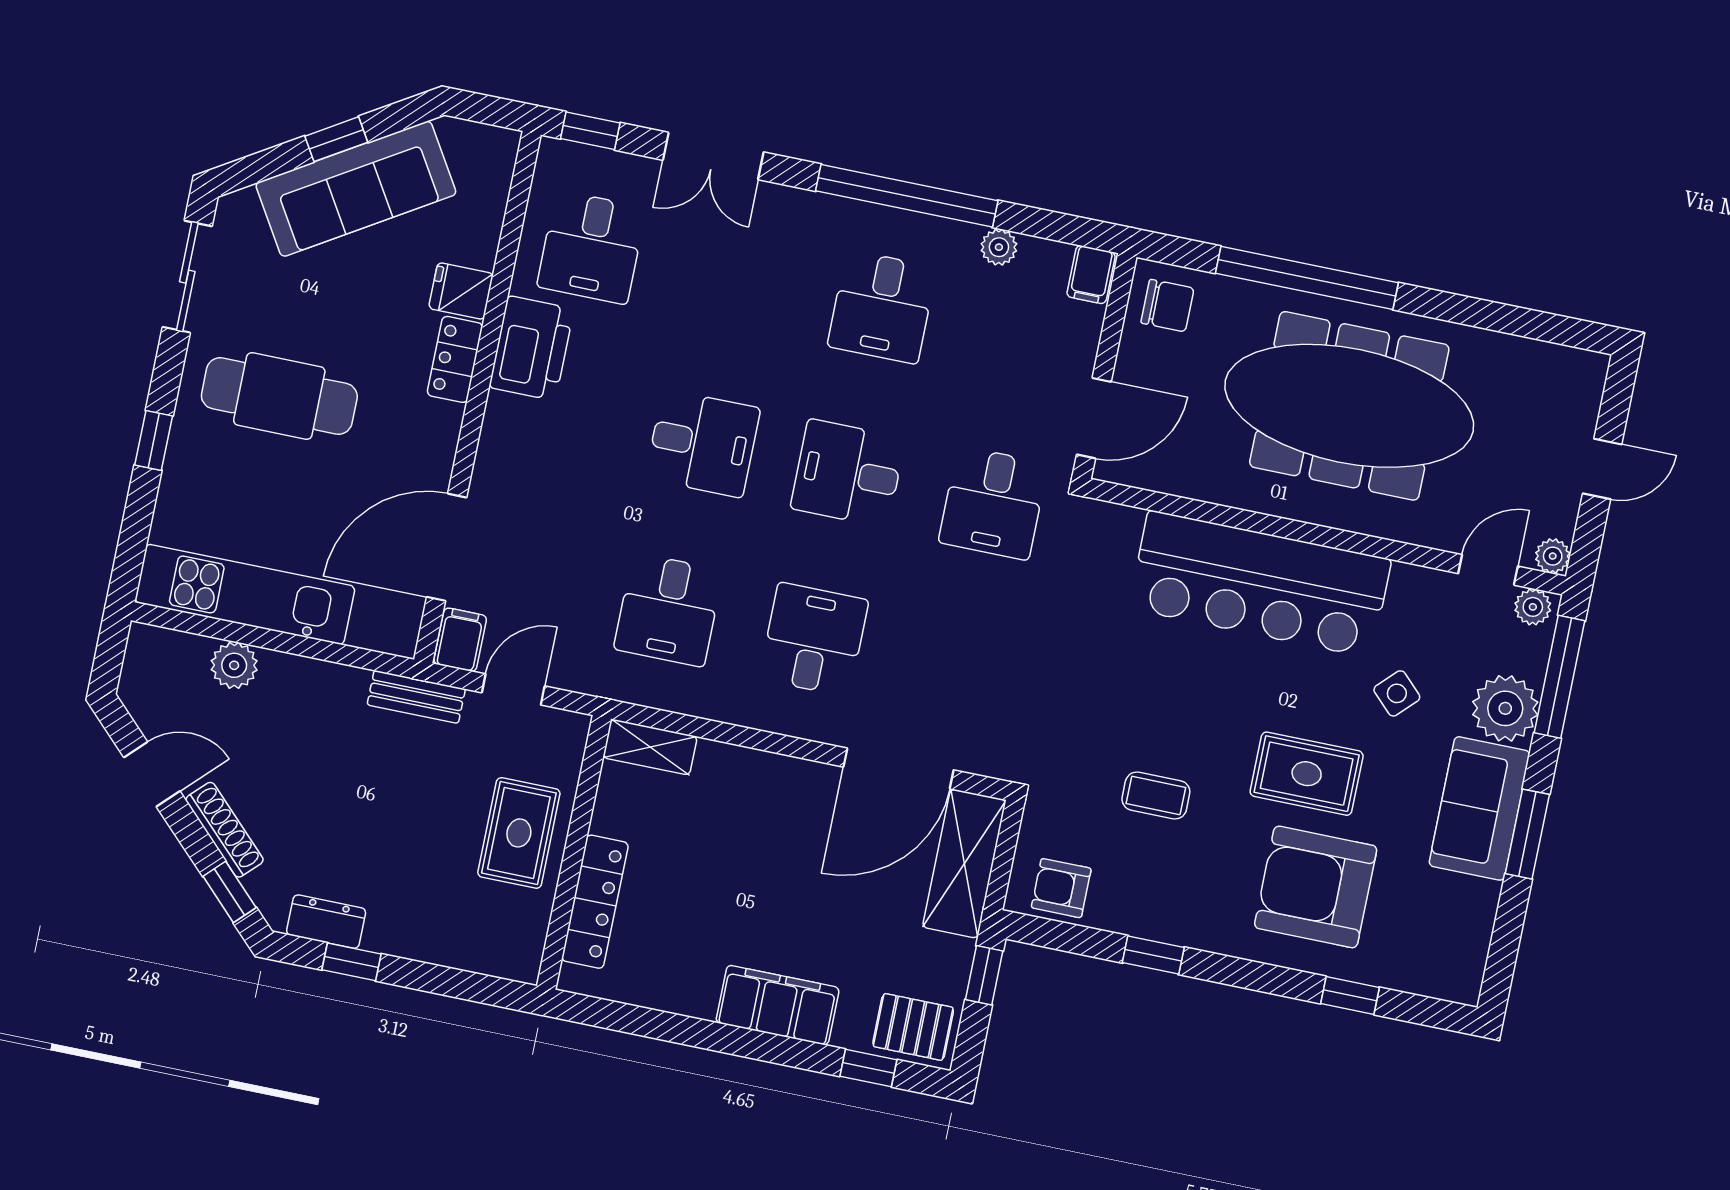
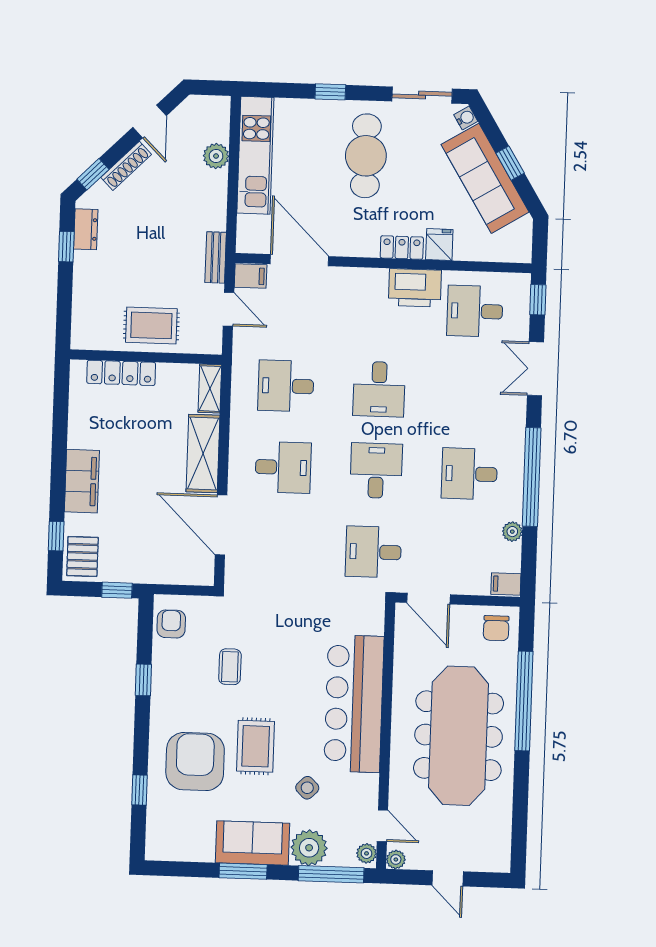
water cooler: (242, 205) -> (466, 118), added
shelving: (964, 864) -> (203, 454), moved, turned 90

